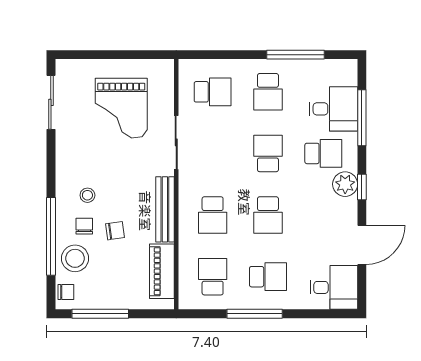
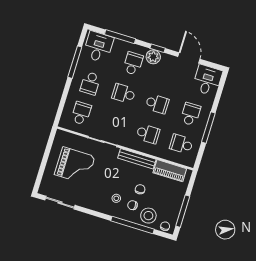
school desk: (268, 92) -> (90, 83), turned 90
desk: (333, 109) -> (98, 47), moved

